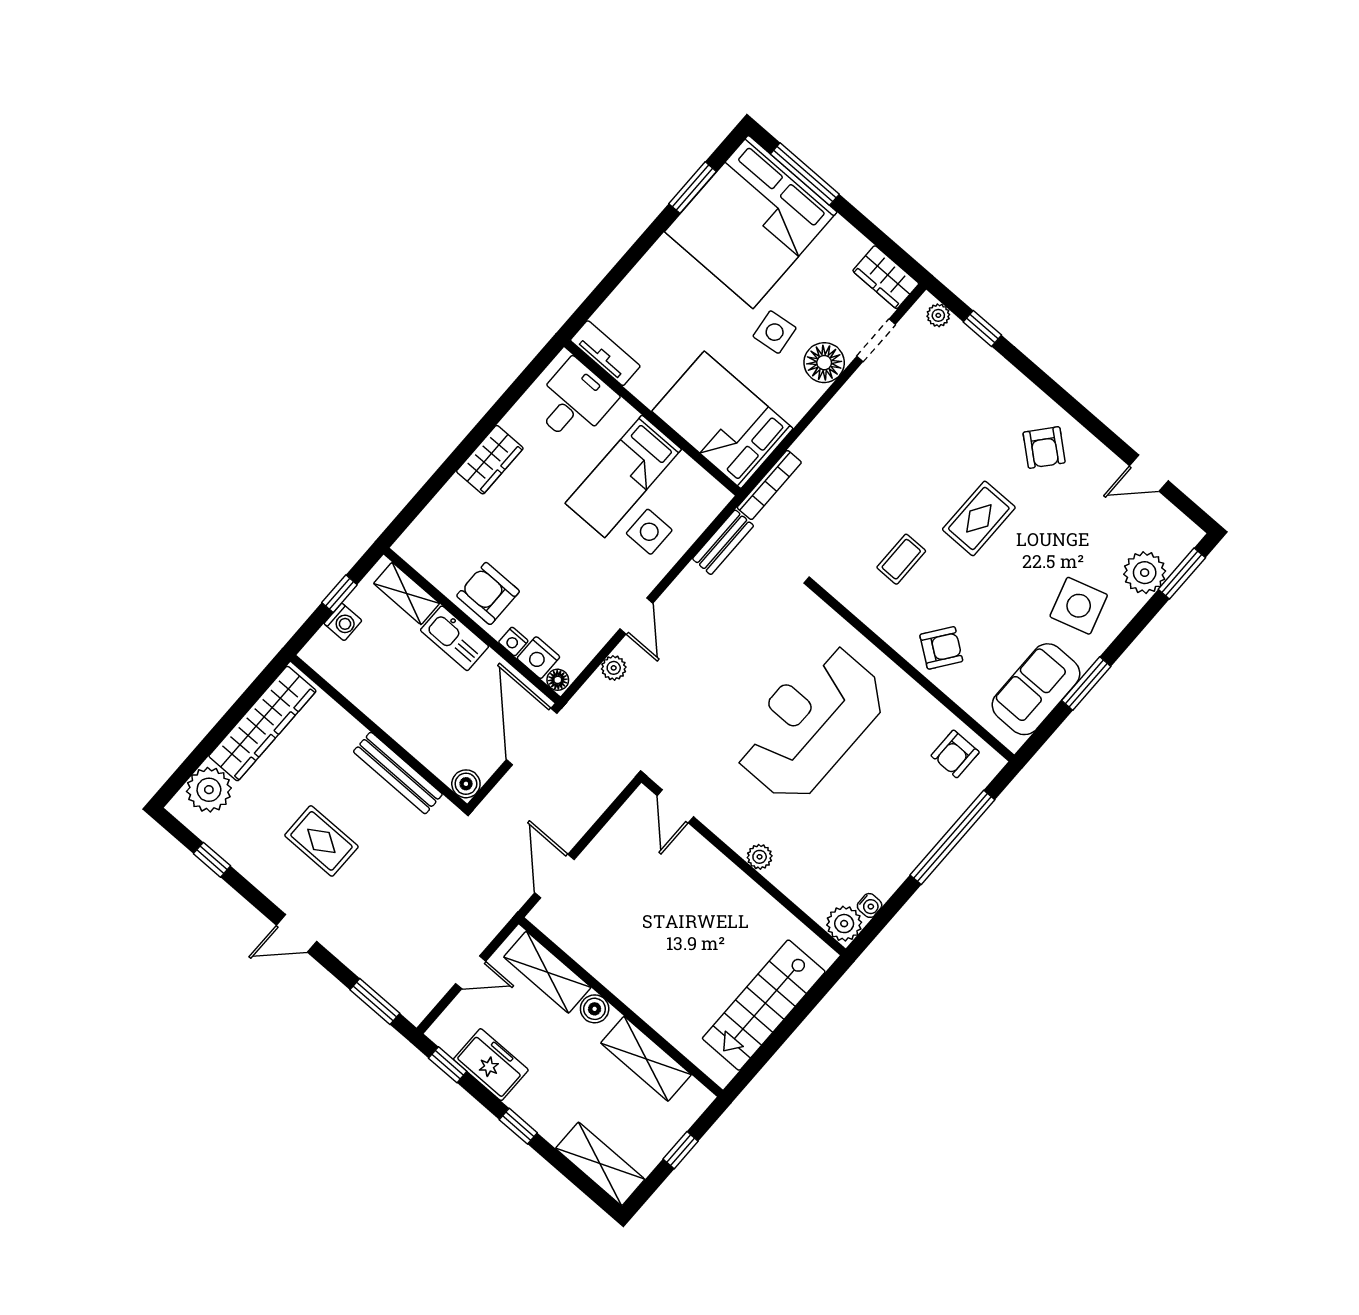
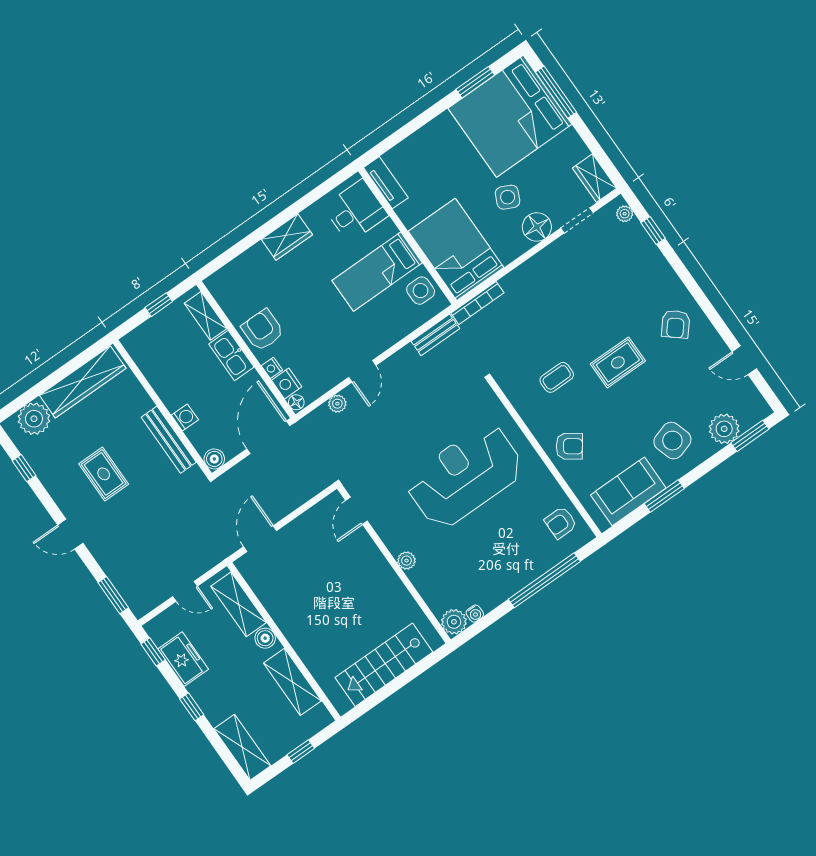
side table: (775, 332) -> (508, 197), turned 32
side table: (649, 532) -> (421, 291), moved
washing machine: (343, 622) -> (185, 417), moved, turned -90

